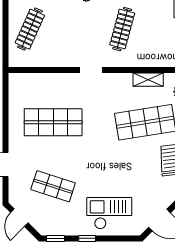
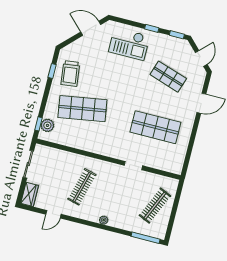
doorway: (91, 70) -> (133, 166), moved
shelving: (148, 80) -> (71, 142), removed

